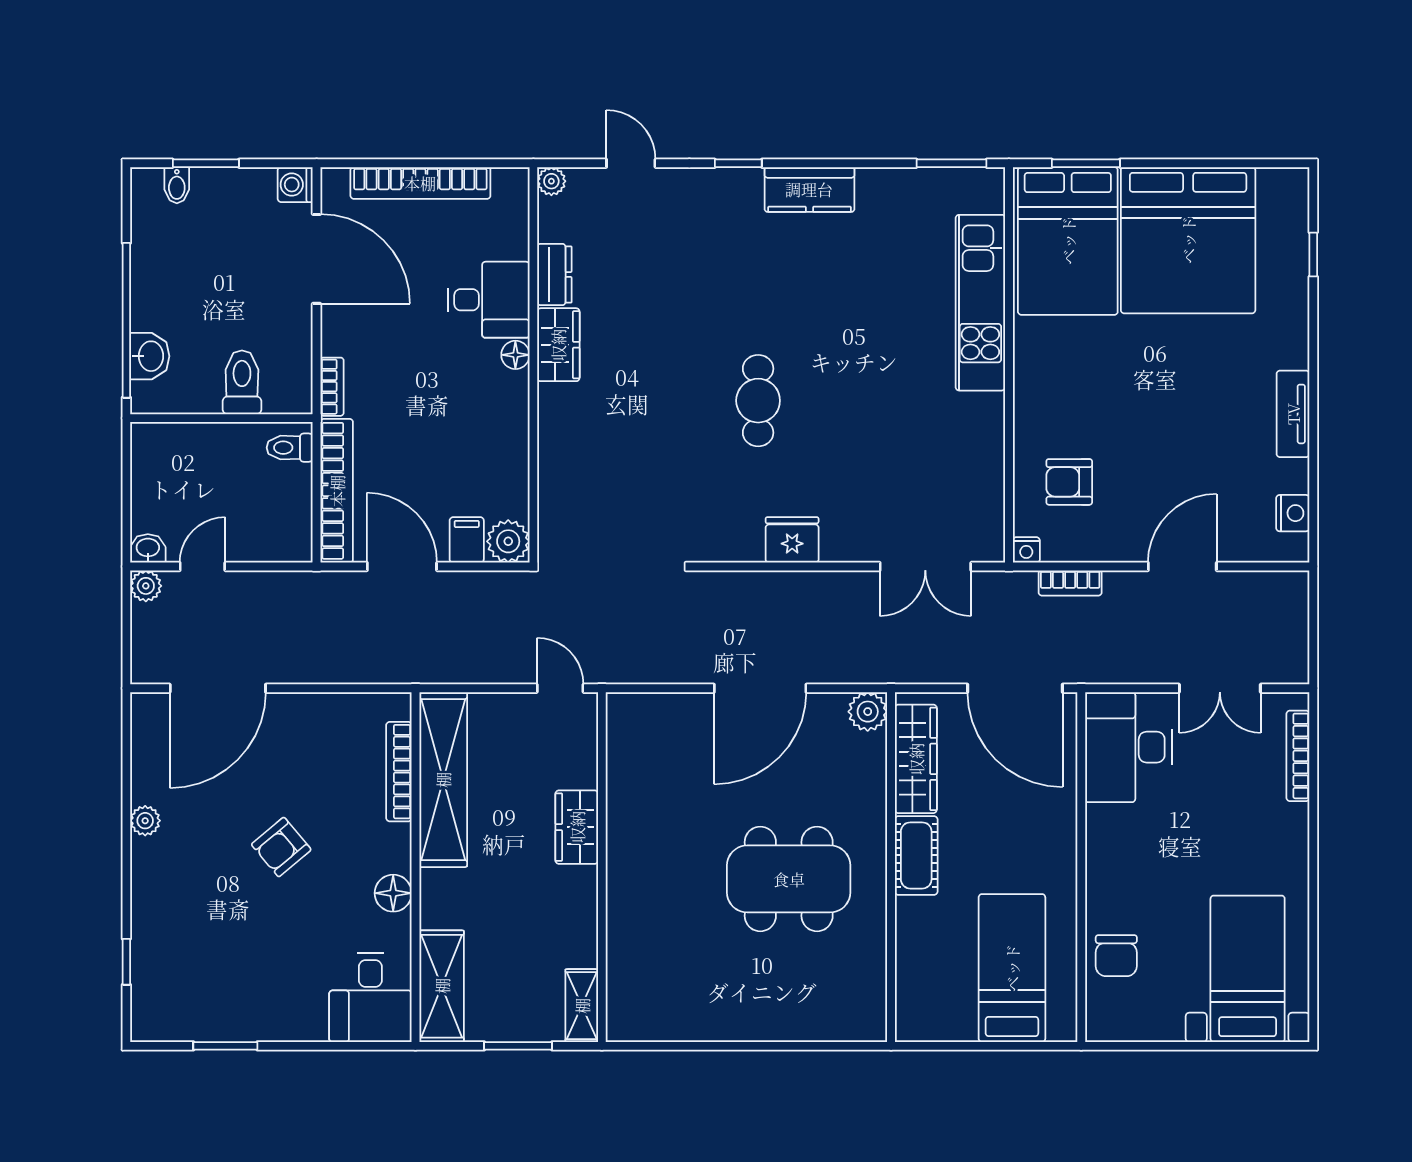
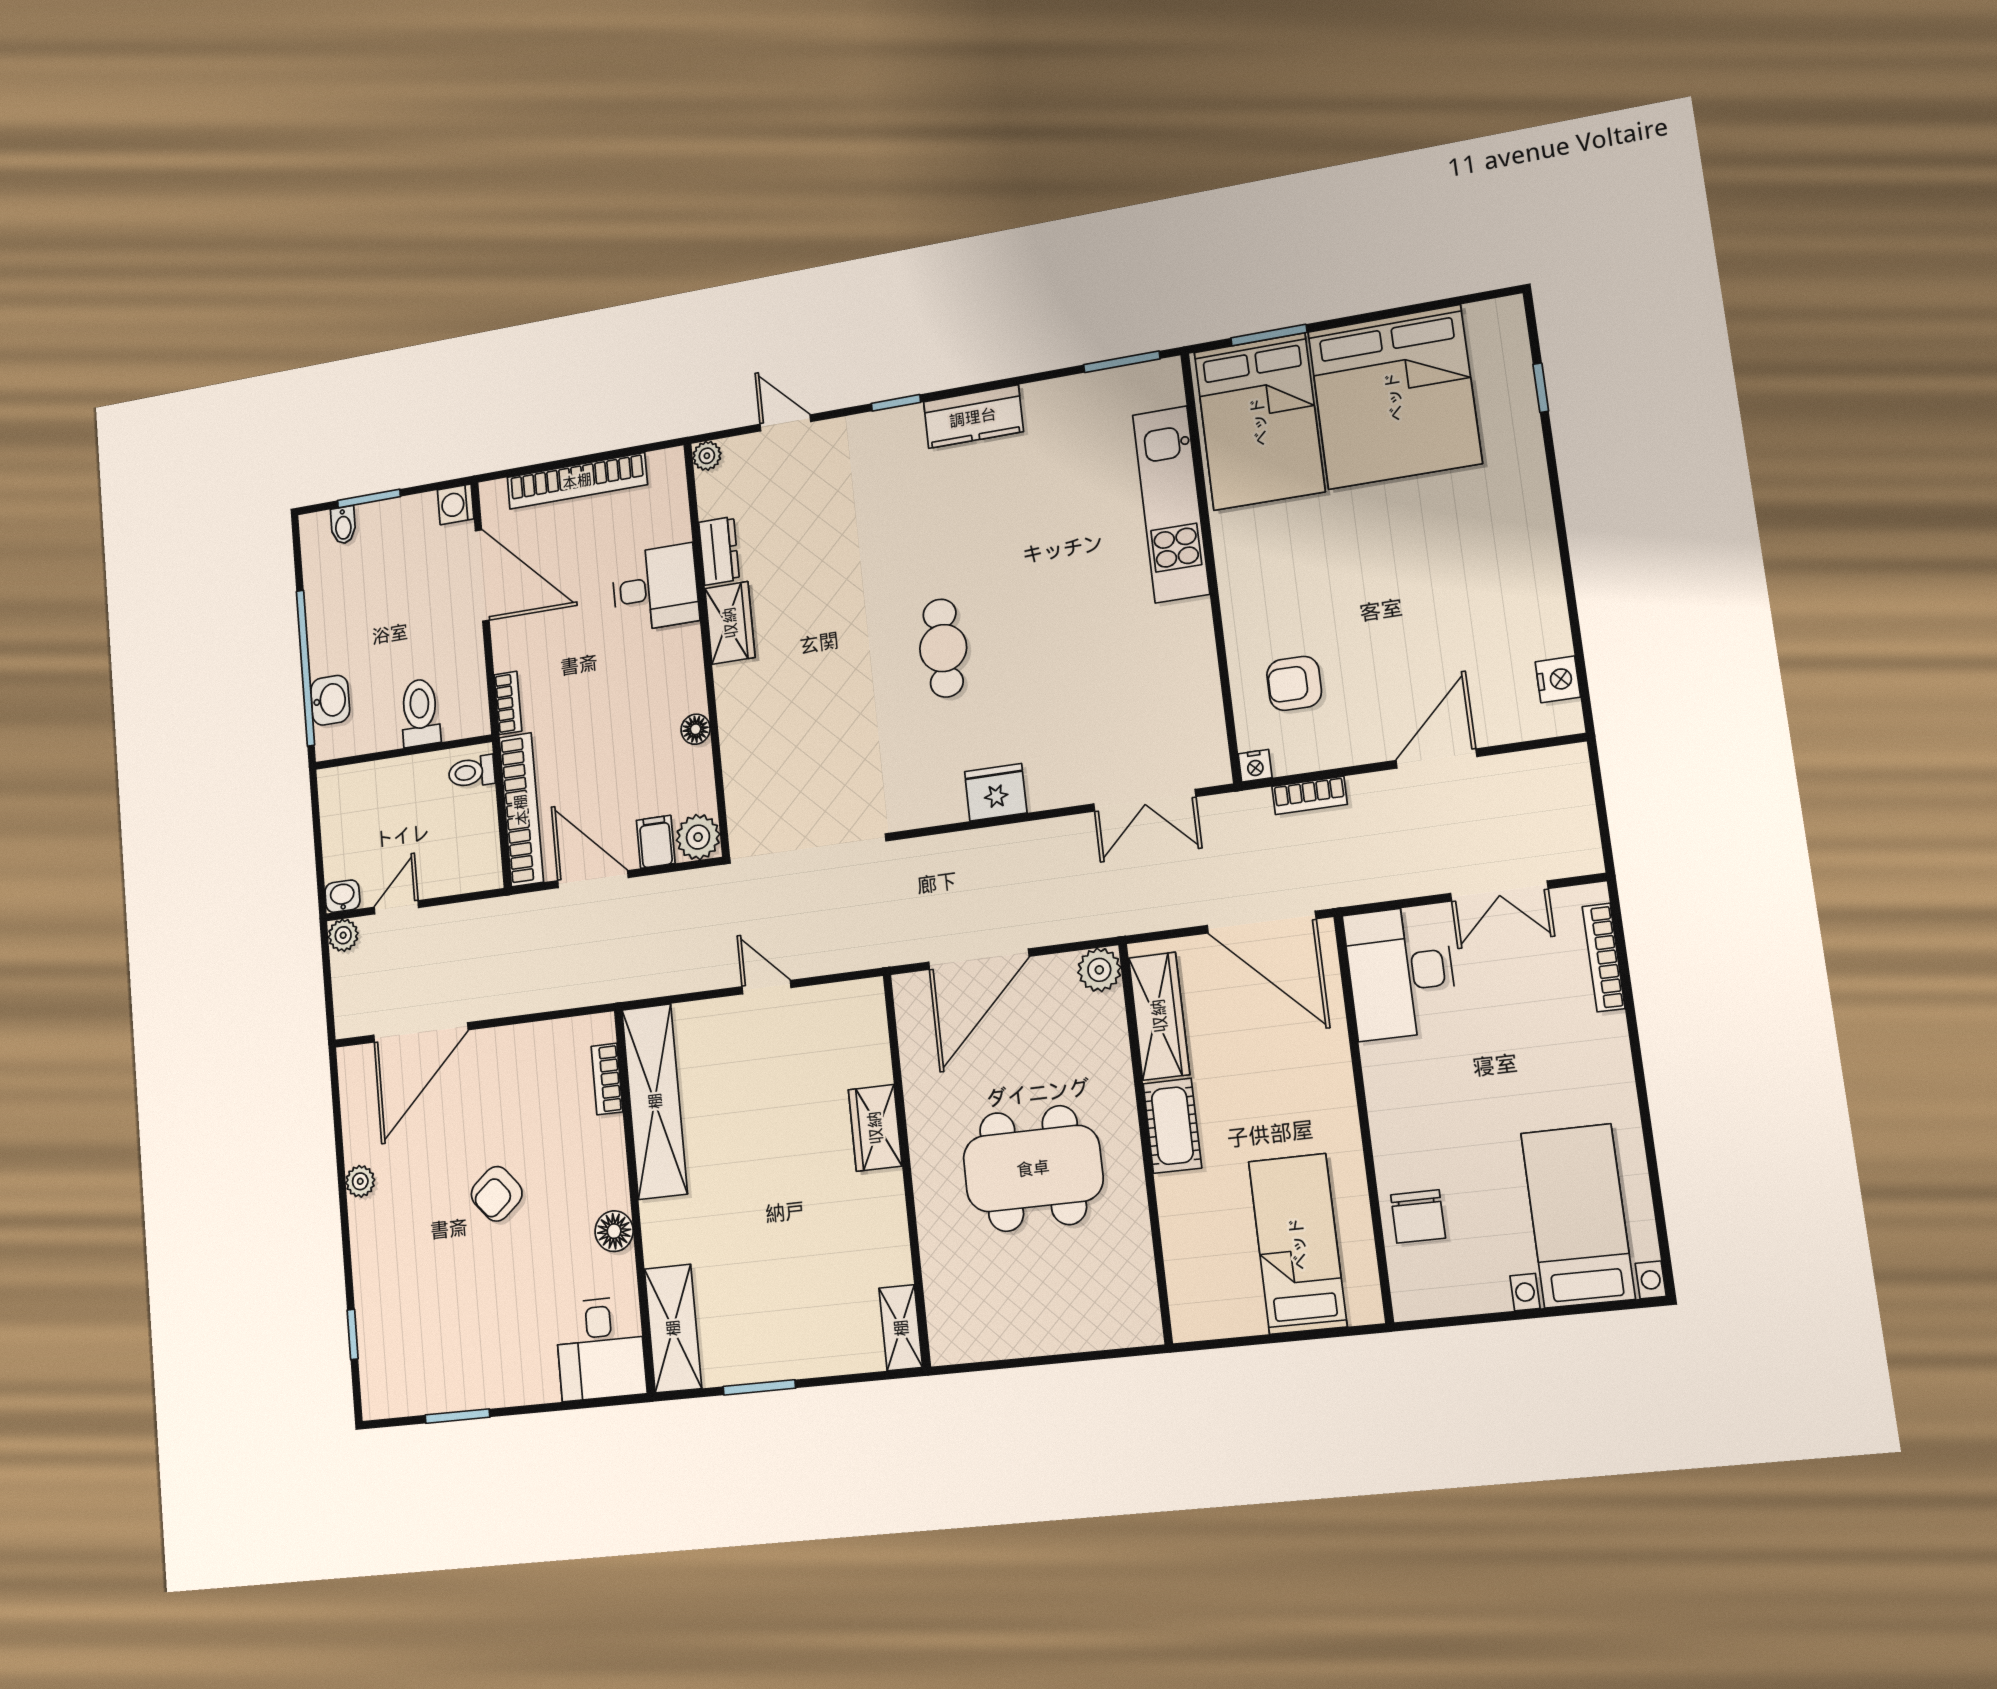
floor lamp: (515, 355) -> (696, 729), moved
tv unit: (1293, 414) -> (1542, 568), removed
bookcase: (399, 772) -> (607, 1079), width x0.64
wardrobe: (577, 827) -> (875, 1128), moved
wall: (602, 867) -> (907, 1169), moved
shelving: (582, 1006) -> (901, 1328), moved

